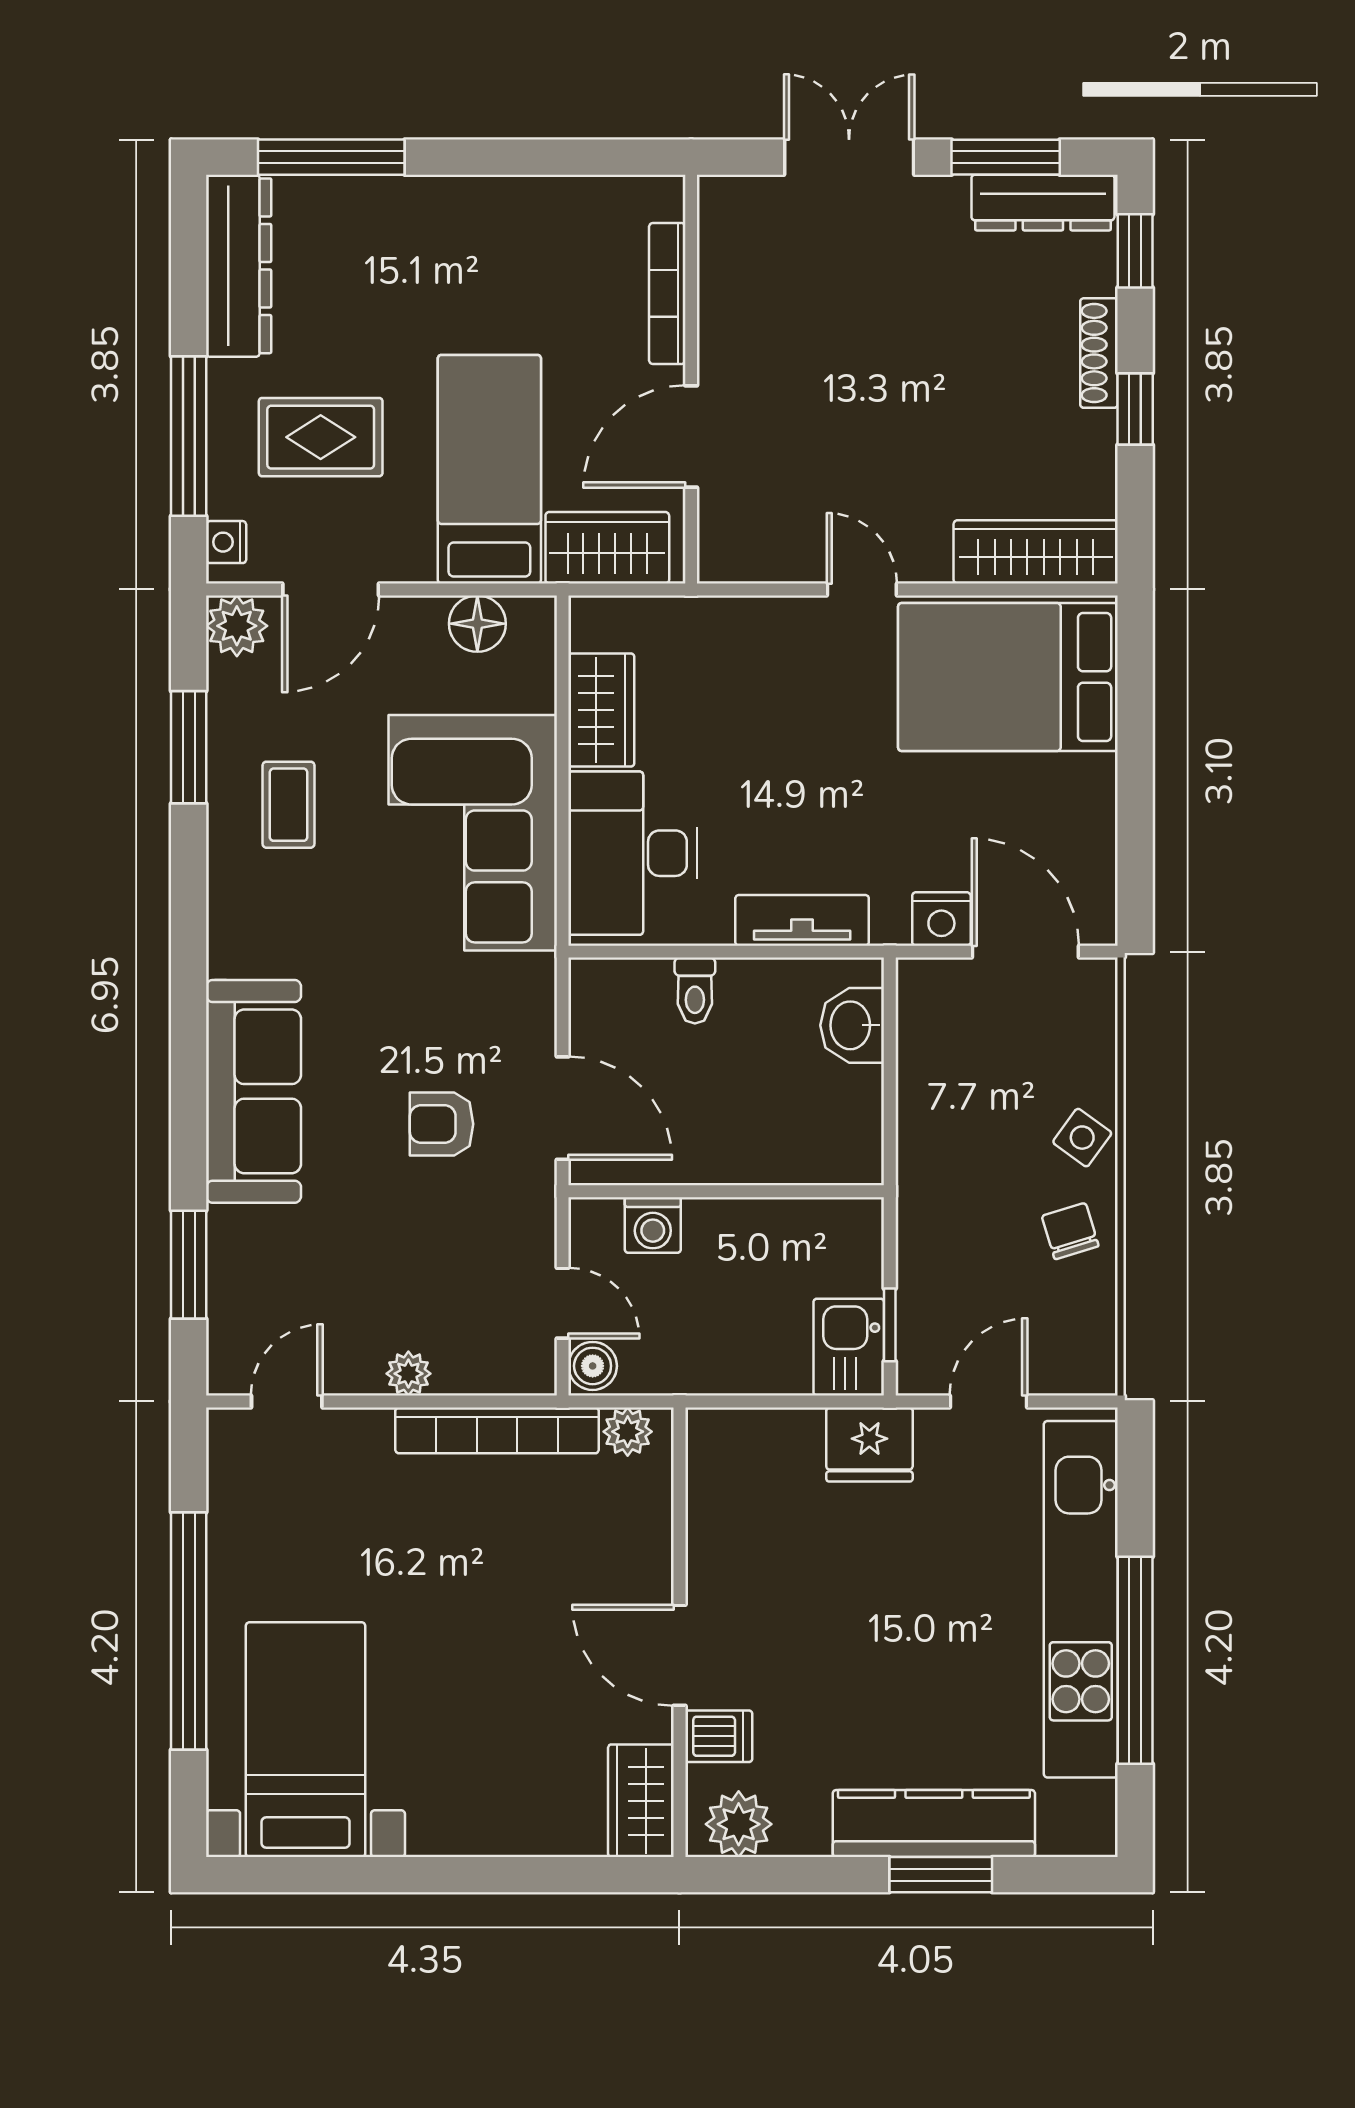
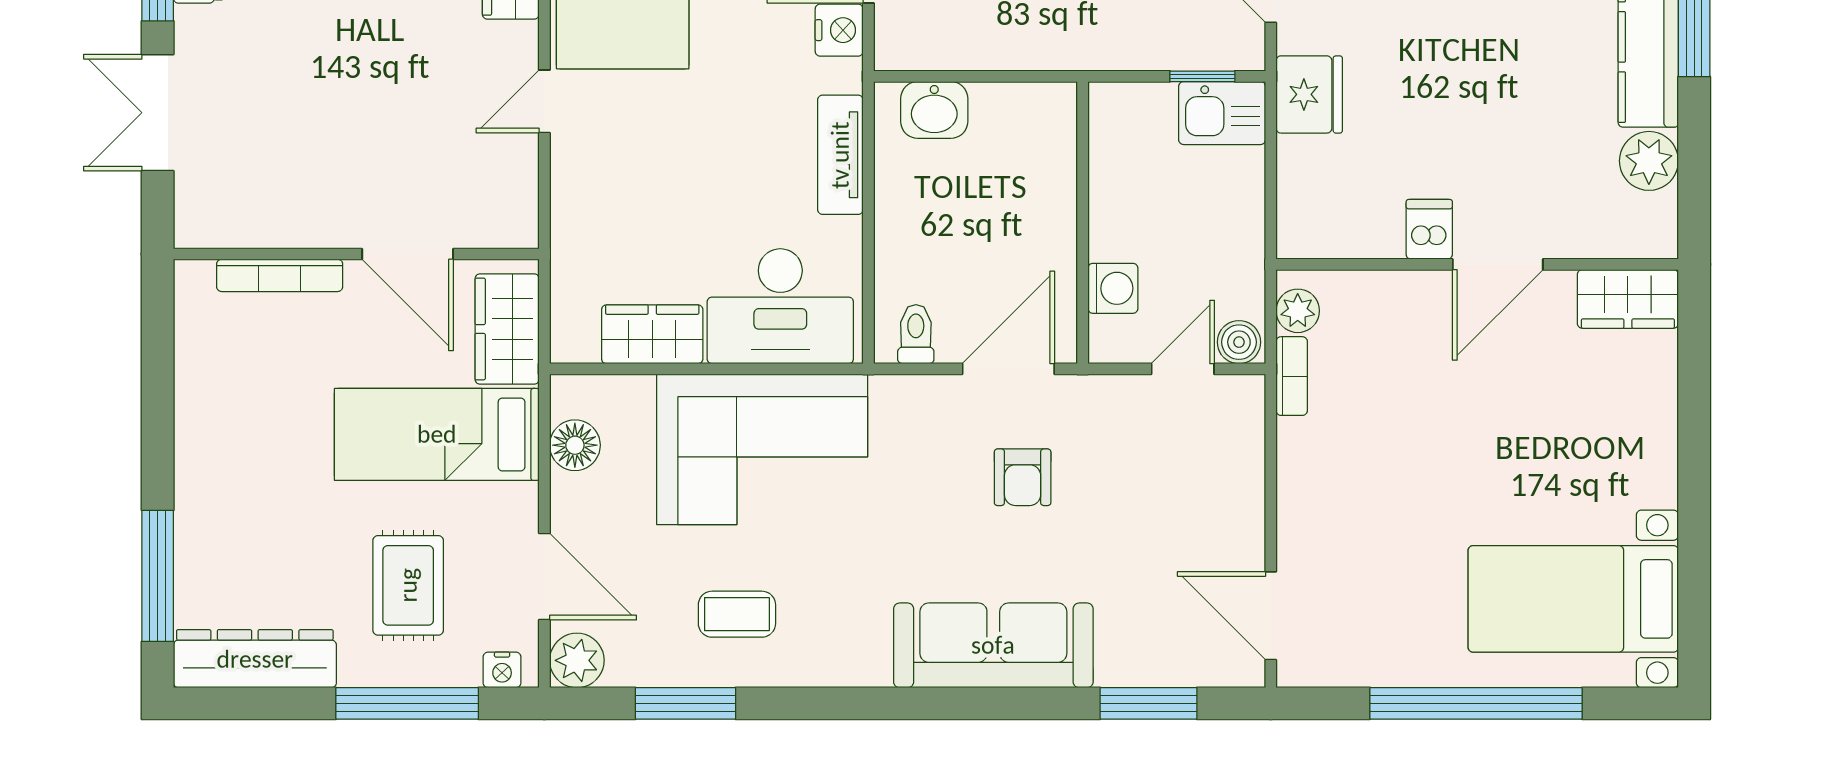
toilet: (695, 991) -> (916, 334), moved, turned -90
plant: (408, 1374) -> (1246, 507), removed
door: (287, 1401) -> (1271, 616), width x1.38
bookcase: (497, 1430) -> (1292, 376), width x0.43, depth x0.76
dishwasher: (719, 1736) -> (1429, 229), moved
plant: (739, 1824) -> (1649, 161), moved

